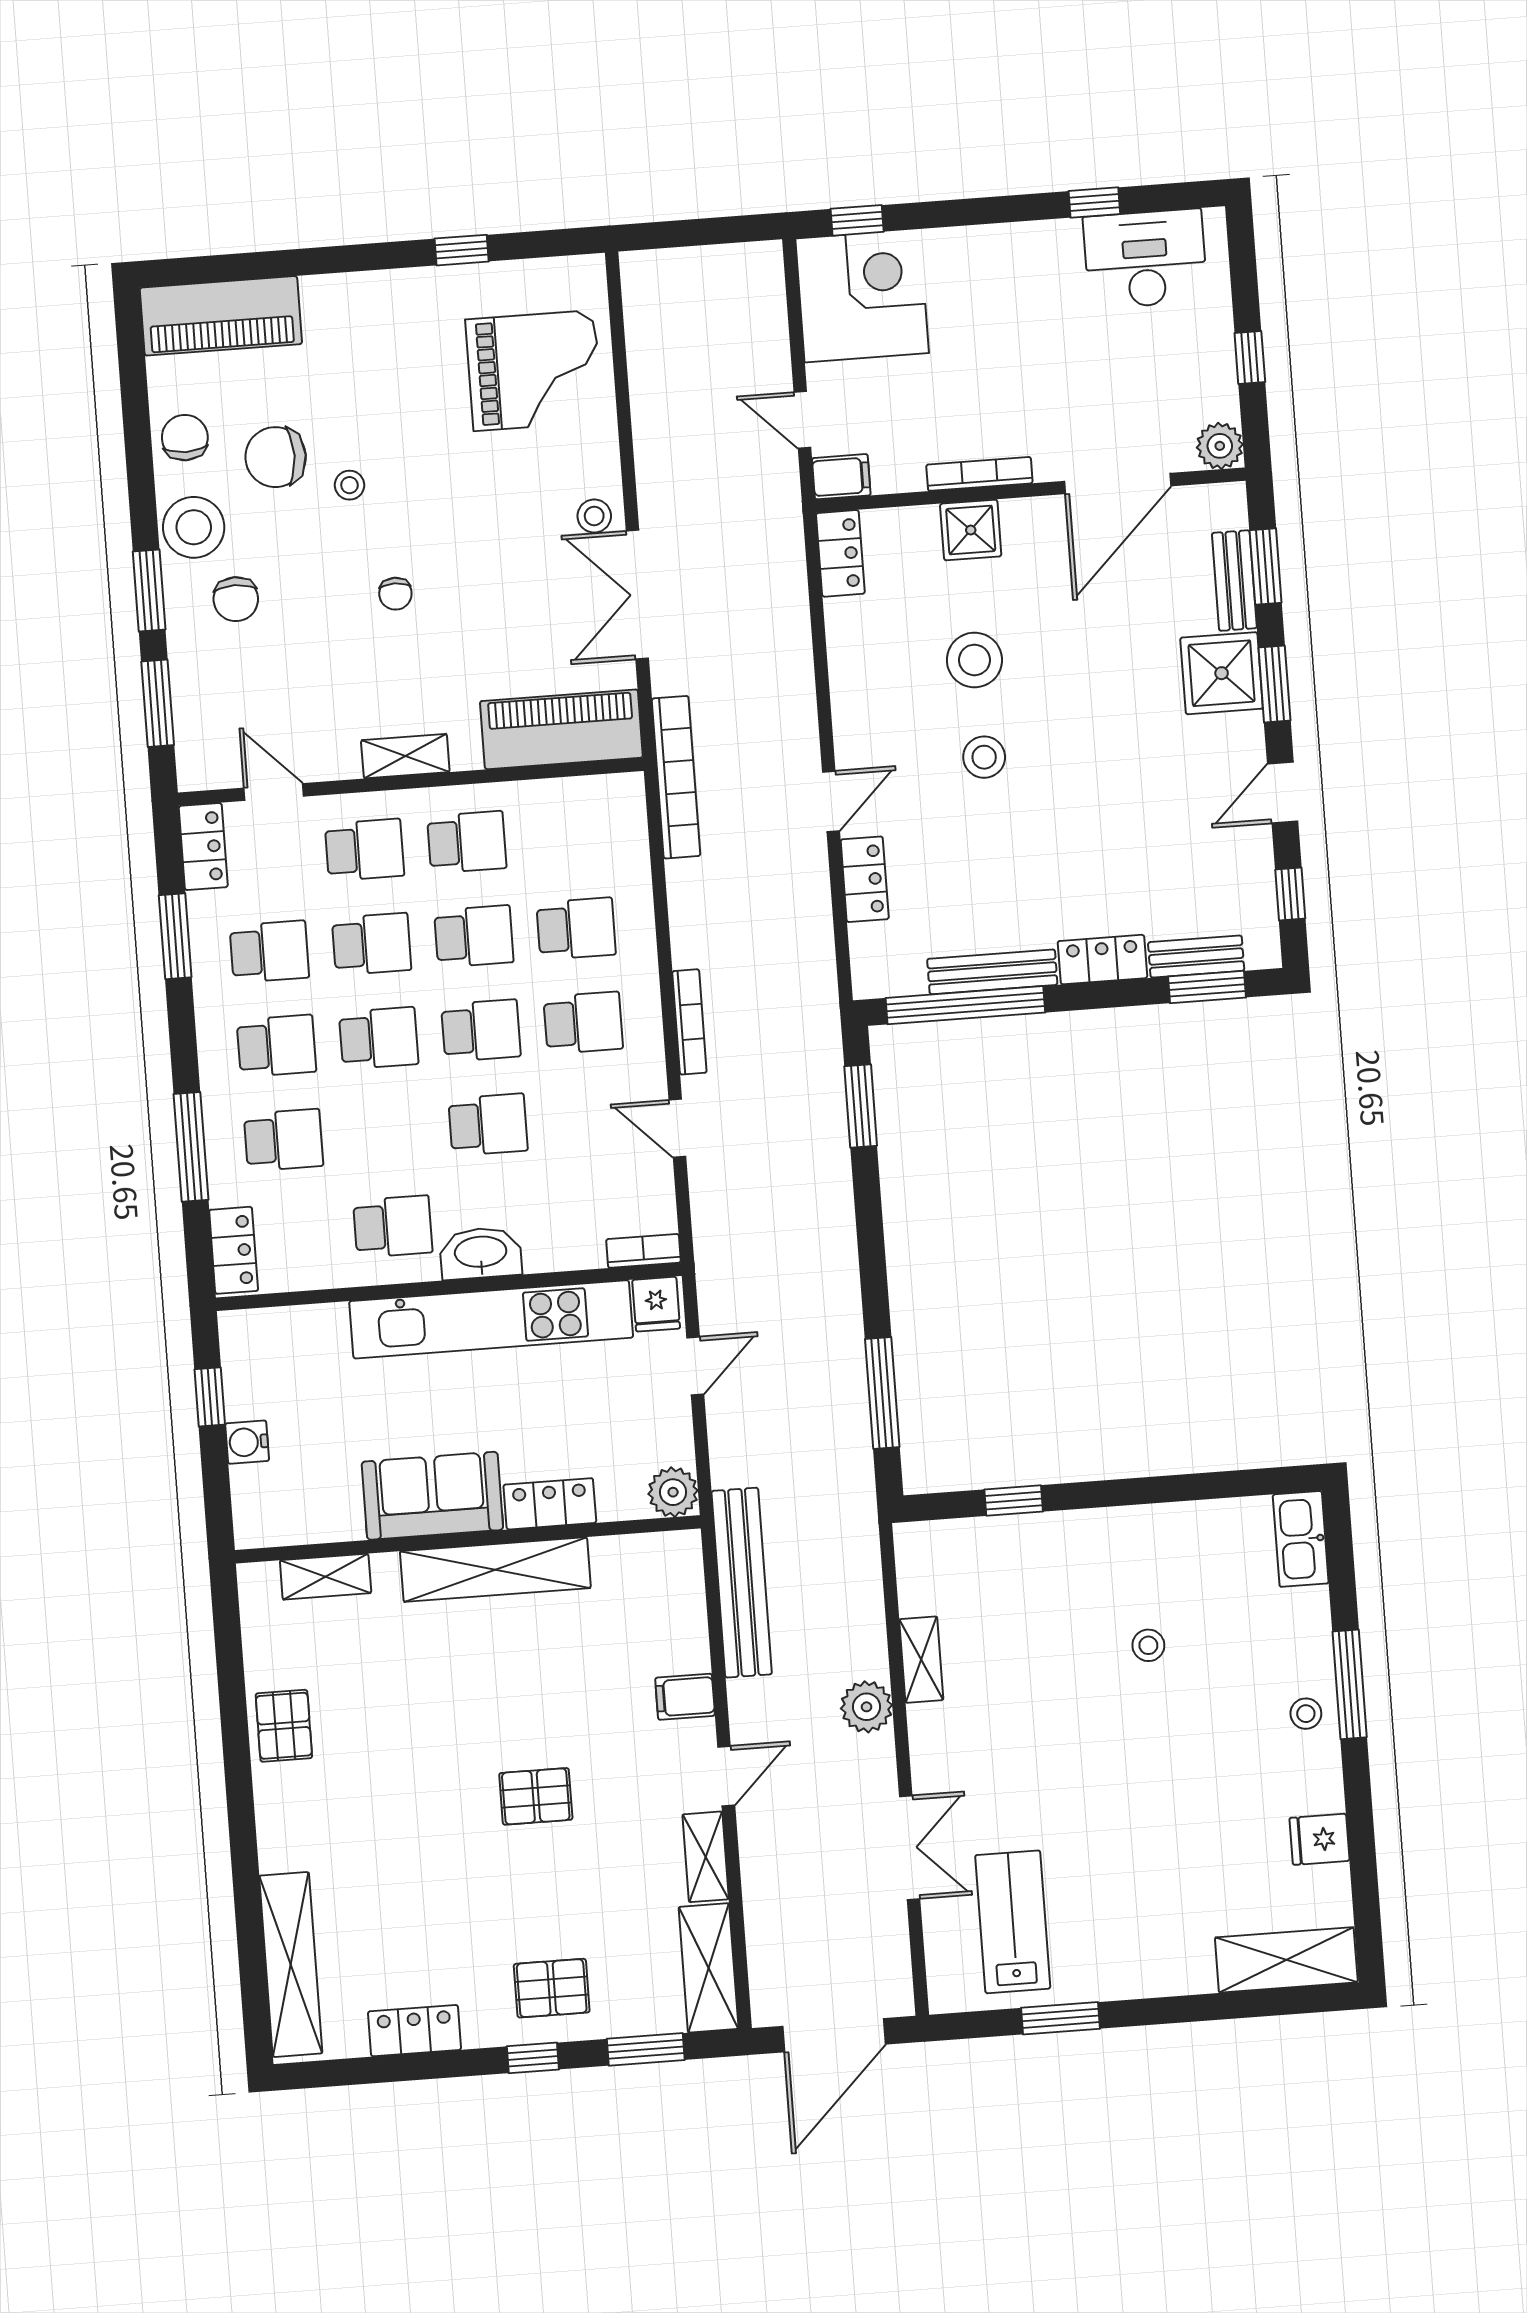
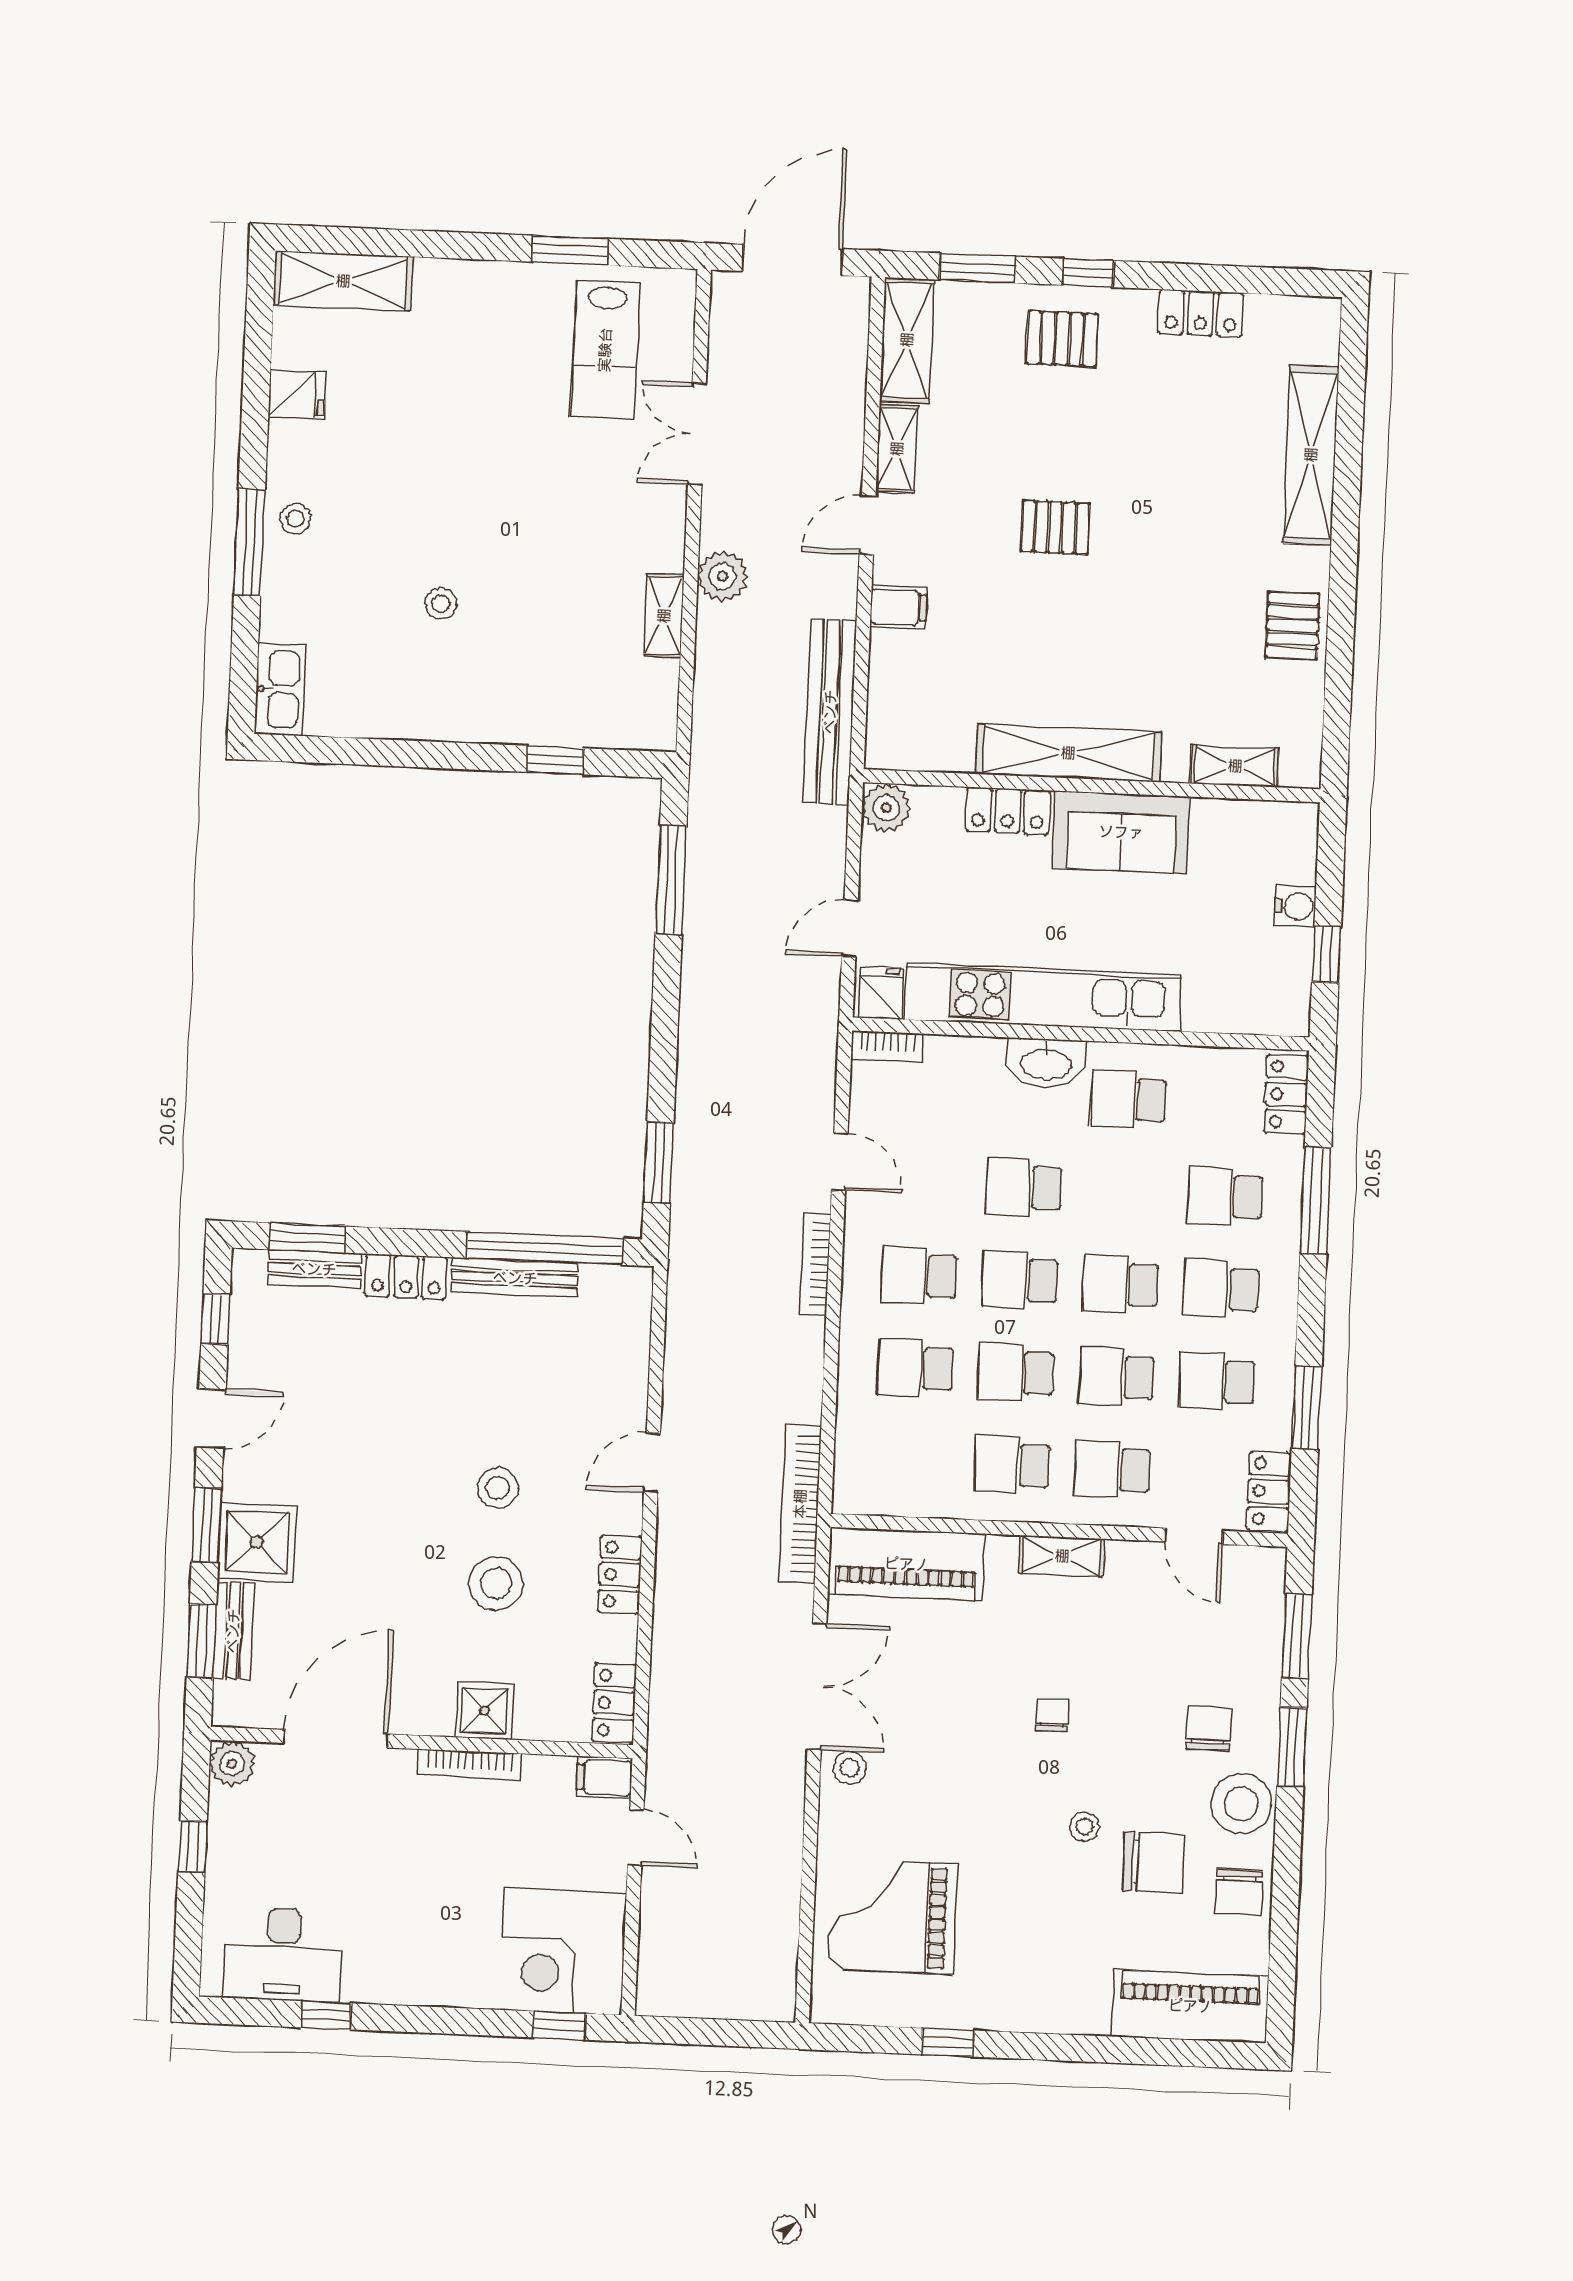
locker: (865, 879) -> (620, 1575), moved
shelving: (291, 1964) -> (1311, 455), moved

